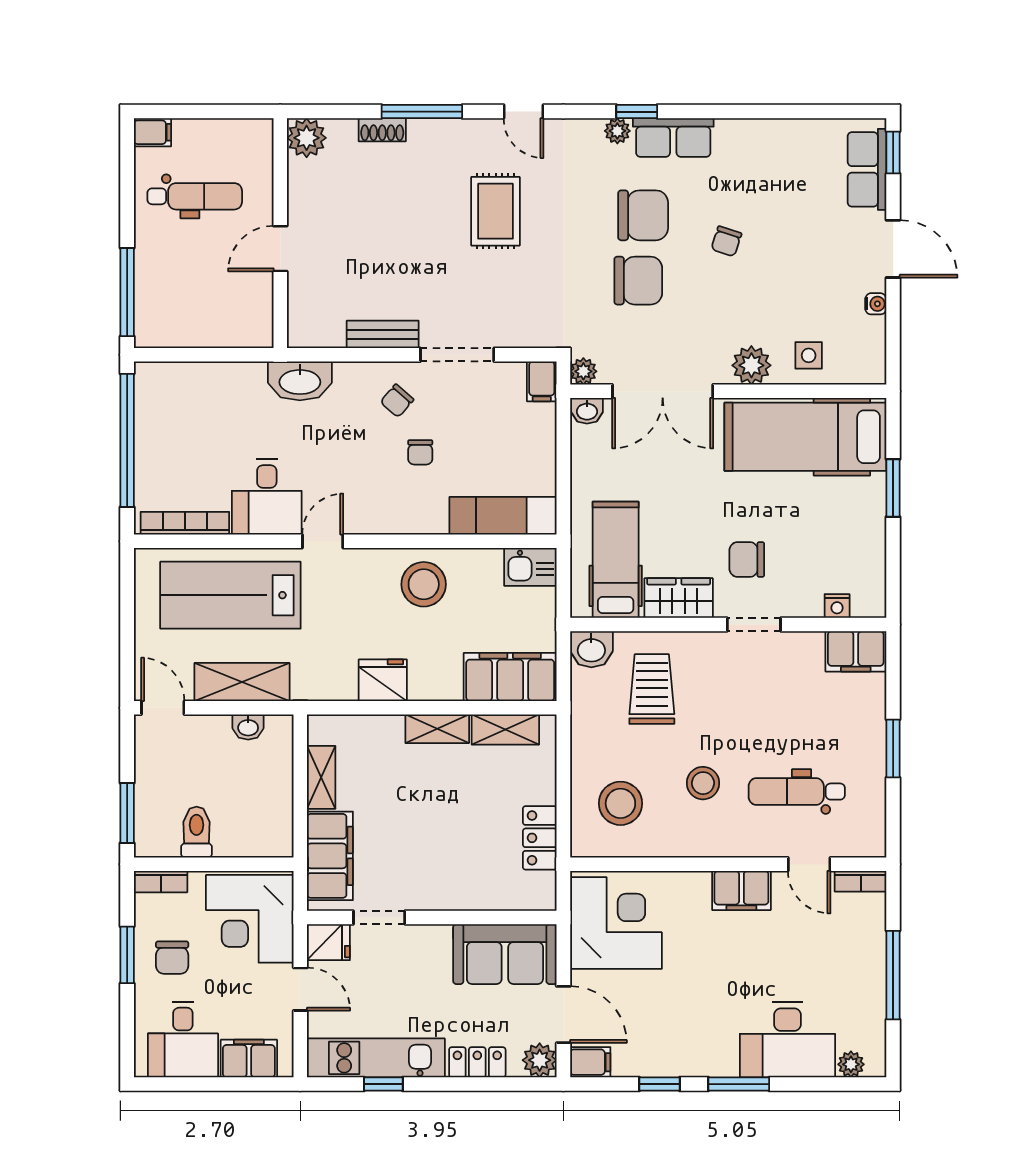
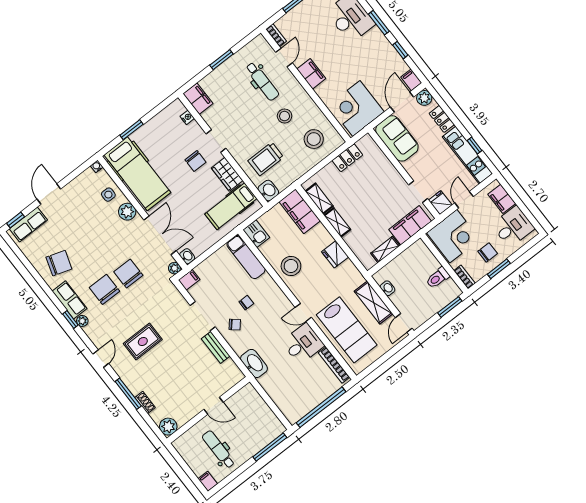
chair: (726, 241) -> (59, 263), moved, width x1.87, depth x1.87
water cooler: (876, 304) -> (97, 166), moved

